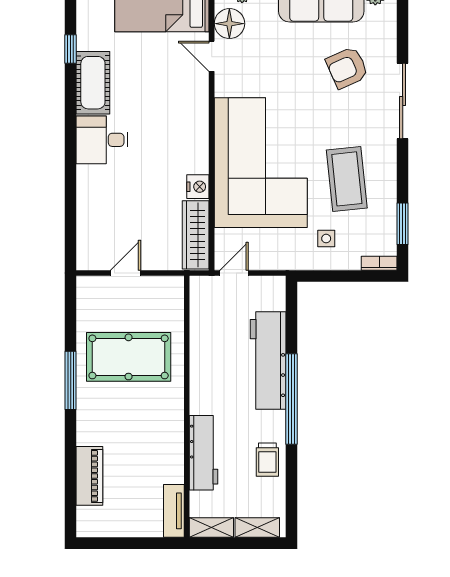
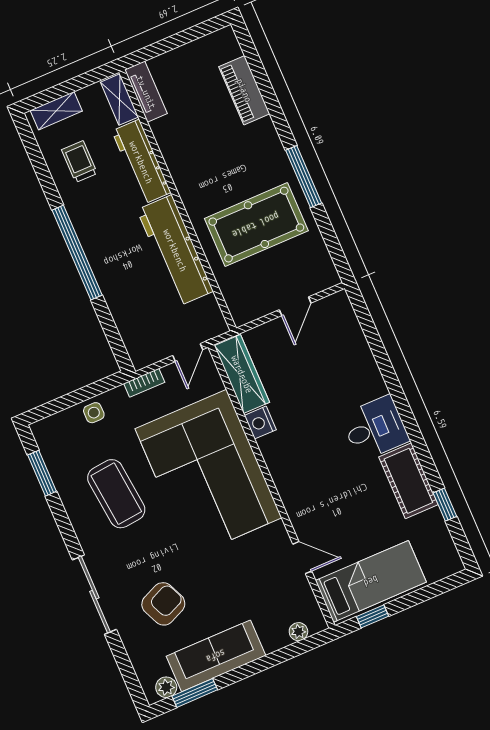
floor lamp: (229, 24) -> (299, 597), removed
side table: (326, 239) -> (94, 413), moved
bookcase: (379, 263) -> (144, 383), moved
workbench: (268, 360) -> (175, 250), moved, turned 180
trolley: (267, 460) -> (79, 162), moved
shelving: (211, 528) -> (119, 100), moved, turned 90

